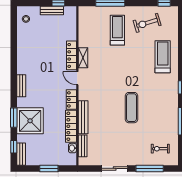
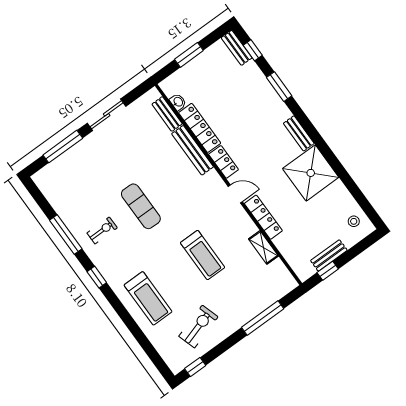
treadmill: (117, 30) -> (203, 255), moved
shelving: (83, 58) -> (263, 247), moved
shower: (30, 121) -> (311, 173), moved
exercise bike: (160, 149) -> (102, 230), moved

